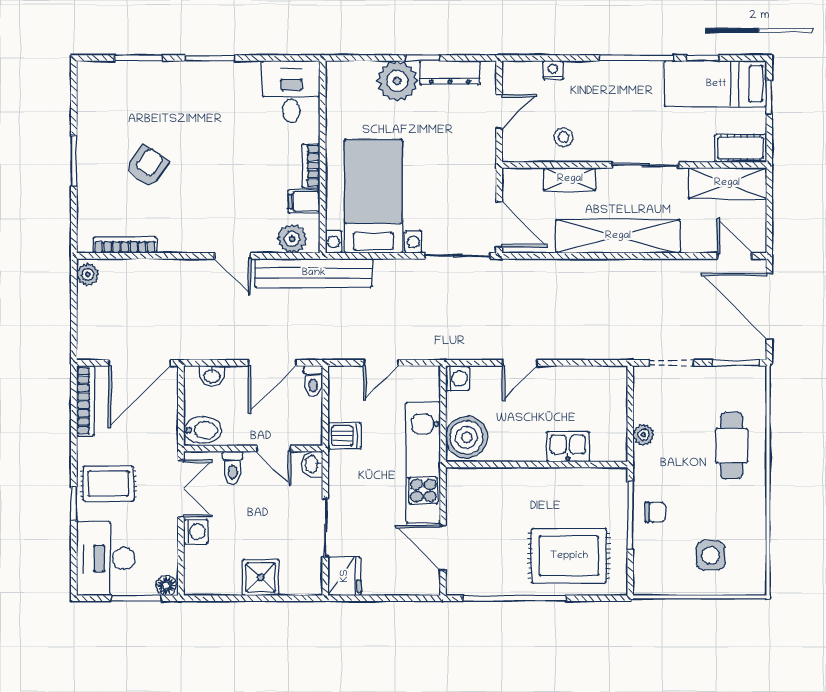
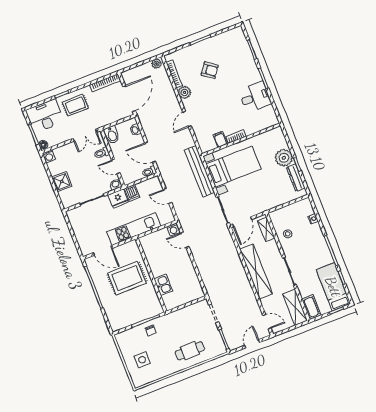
desk: (291, 92) -> (255, 97), moved
door: (499, 112) -> (288, 204), removed
shelving: (570, 179) -> (266, 229), moved
plant: (292, 239) -> (185, 92), moved
door: (735, 256) -> (267, 322), hinge flipped
bench: (314, 273) -> (200, 171), moved
door: (769, 306) -> (252, 344), width x0.53
door: (140, 363) -> (129, 99), swing flipped
door: (520, 363) -> (185, 240), moved
plant: (643, 435) -> (180, 313), removed
boiler: (467, 437) -> (151, 242), removed
door: (274, 448) -> (116, 166), hinge flipped
rug: (108, 484) -> (75, 105), turned 90
washing machine: (196, 532) -> (49, 156), moved
door: (443, 548) -> (103, 250), swing flipped
rug: (569, 556) -> (127, 278), moved, turned 90
fridge: (345, 576) -> (118, 198), moved

